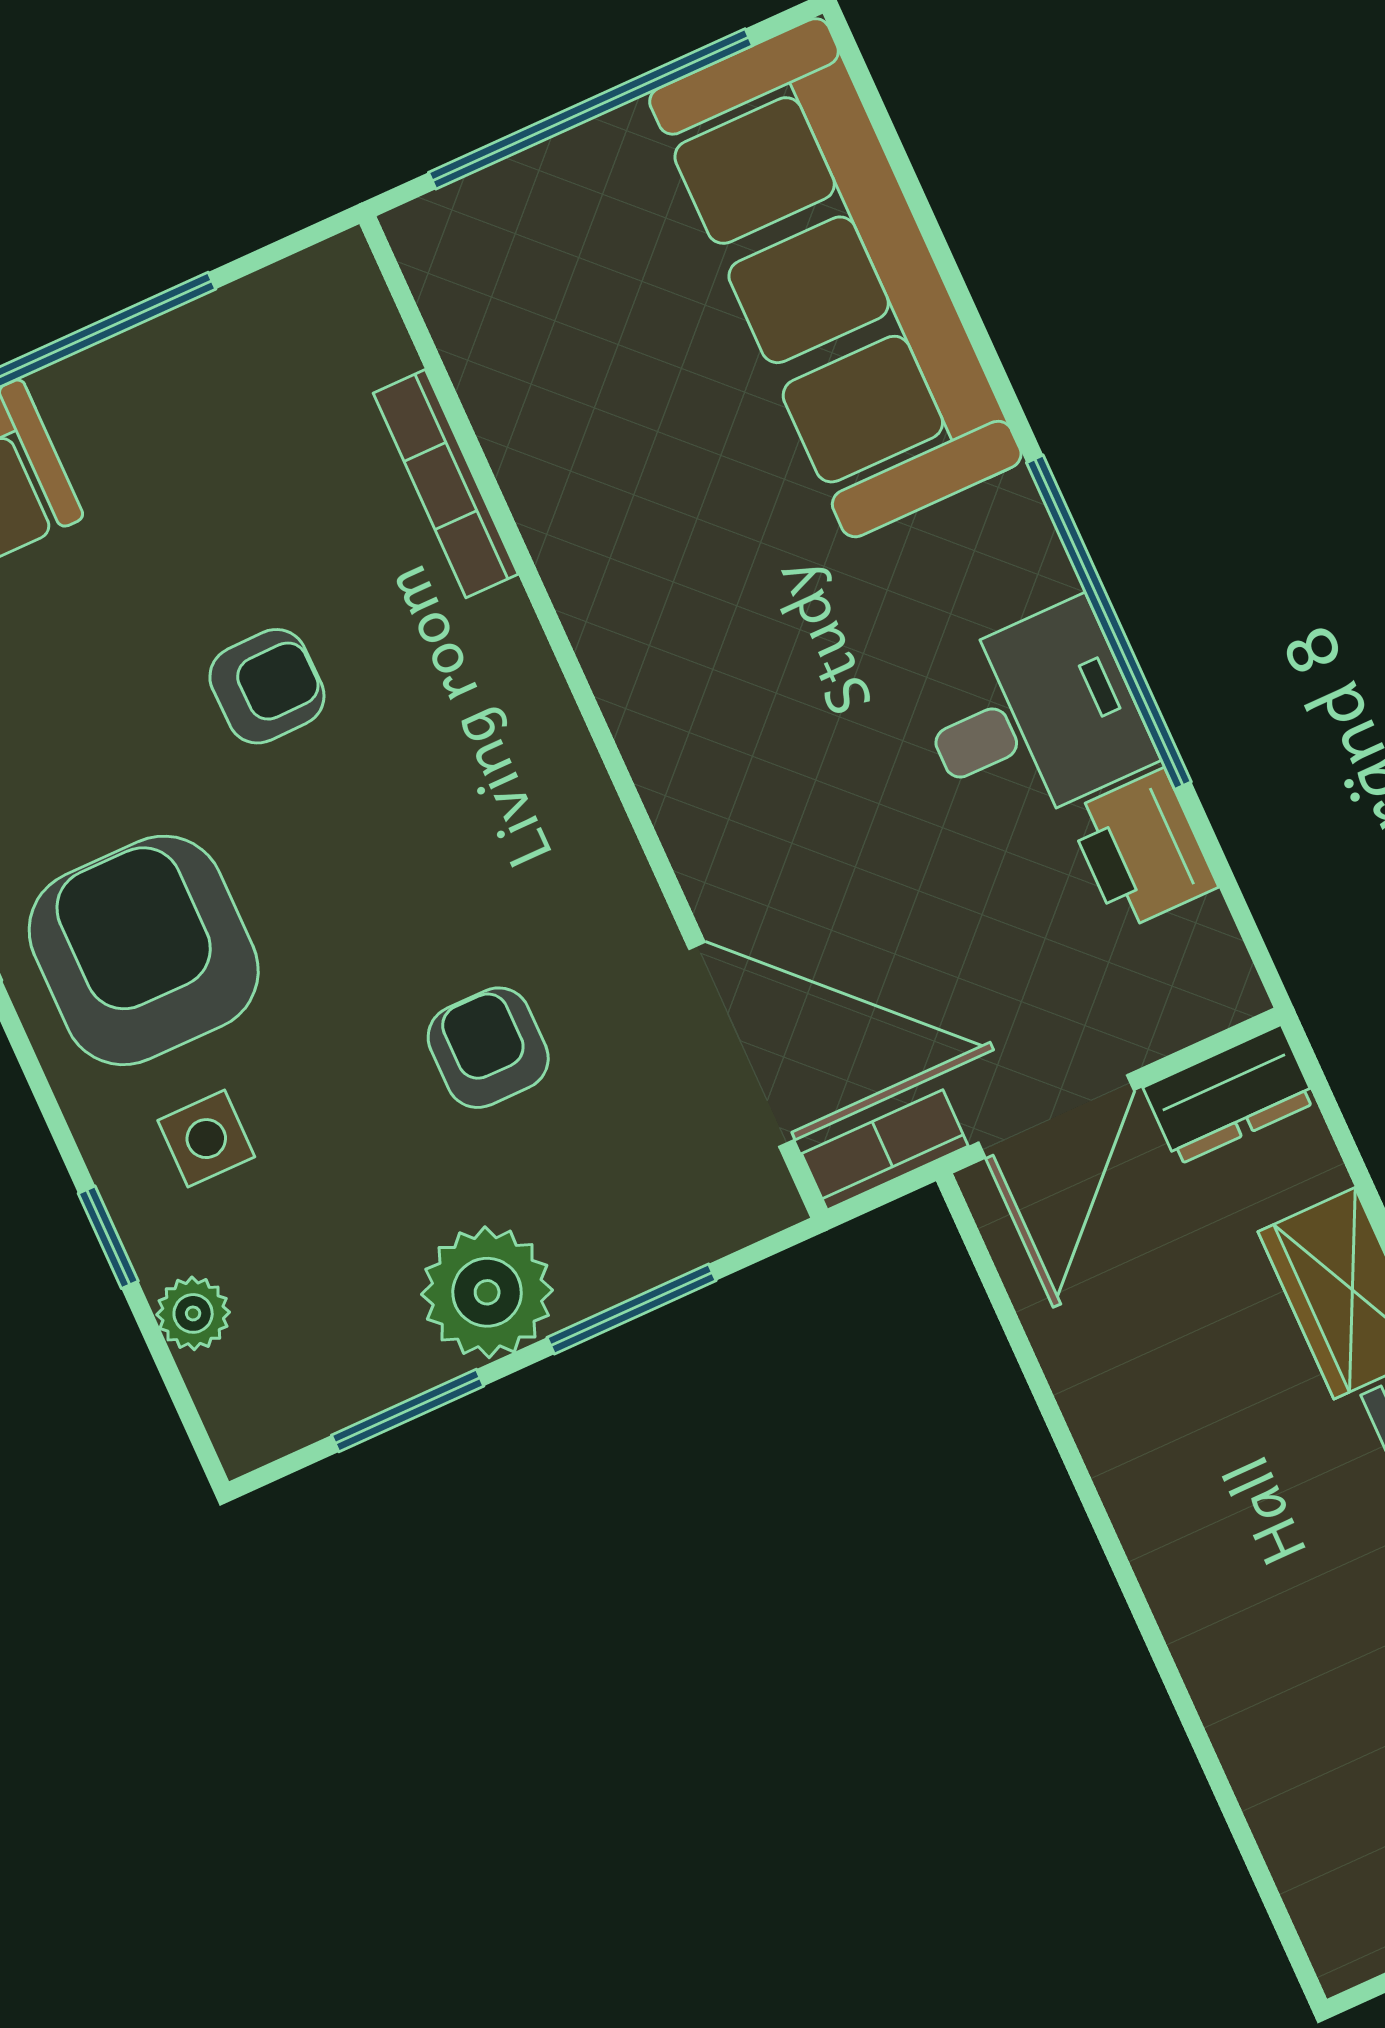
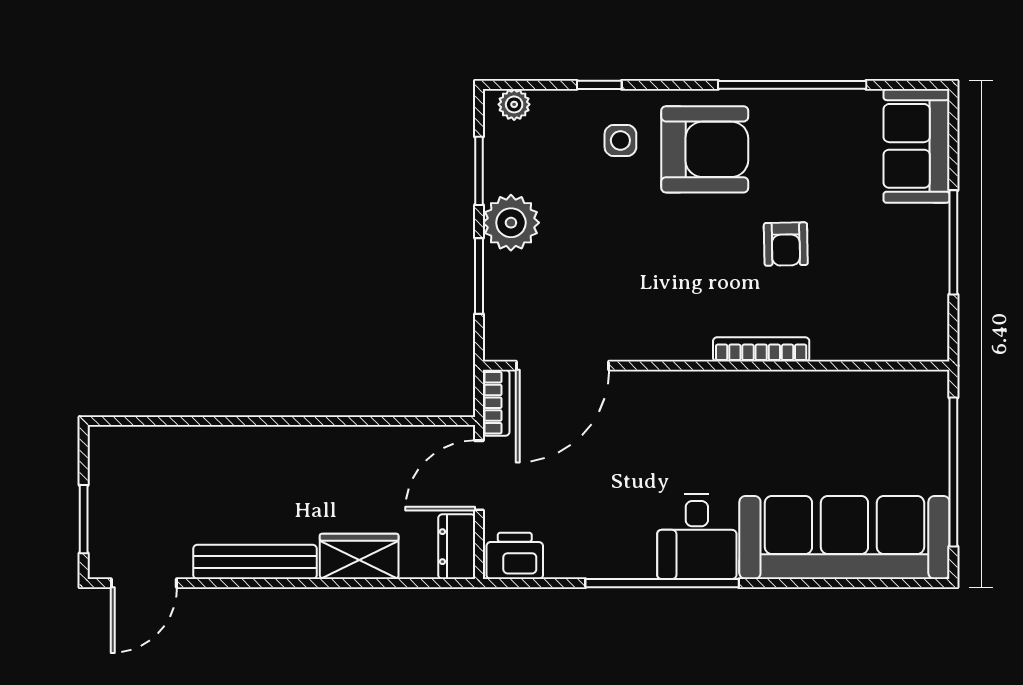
bookcase: (446, 484) -> (761, 349), moved
desk: (1033, 717) -> (697, 537), moved
printer: (1142, 850) -> (515, 556), moved
armchair: (488, 1048) -> (606, 266), removed
door: (1056, 1116) -> (479, 475), hinge flipped
plant: (193, 1313) -> (514, 104), moved

